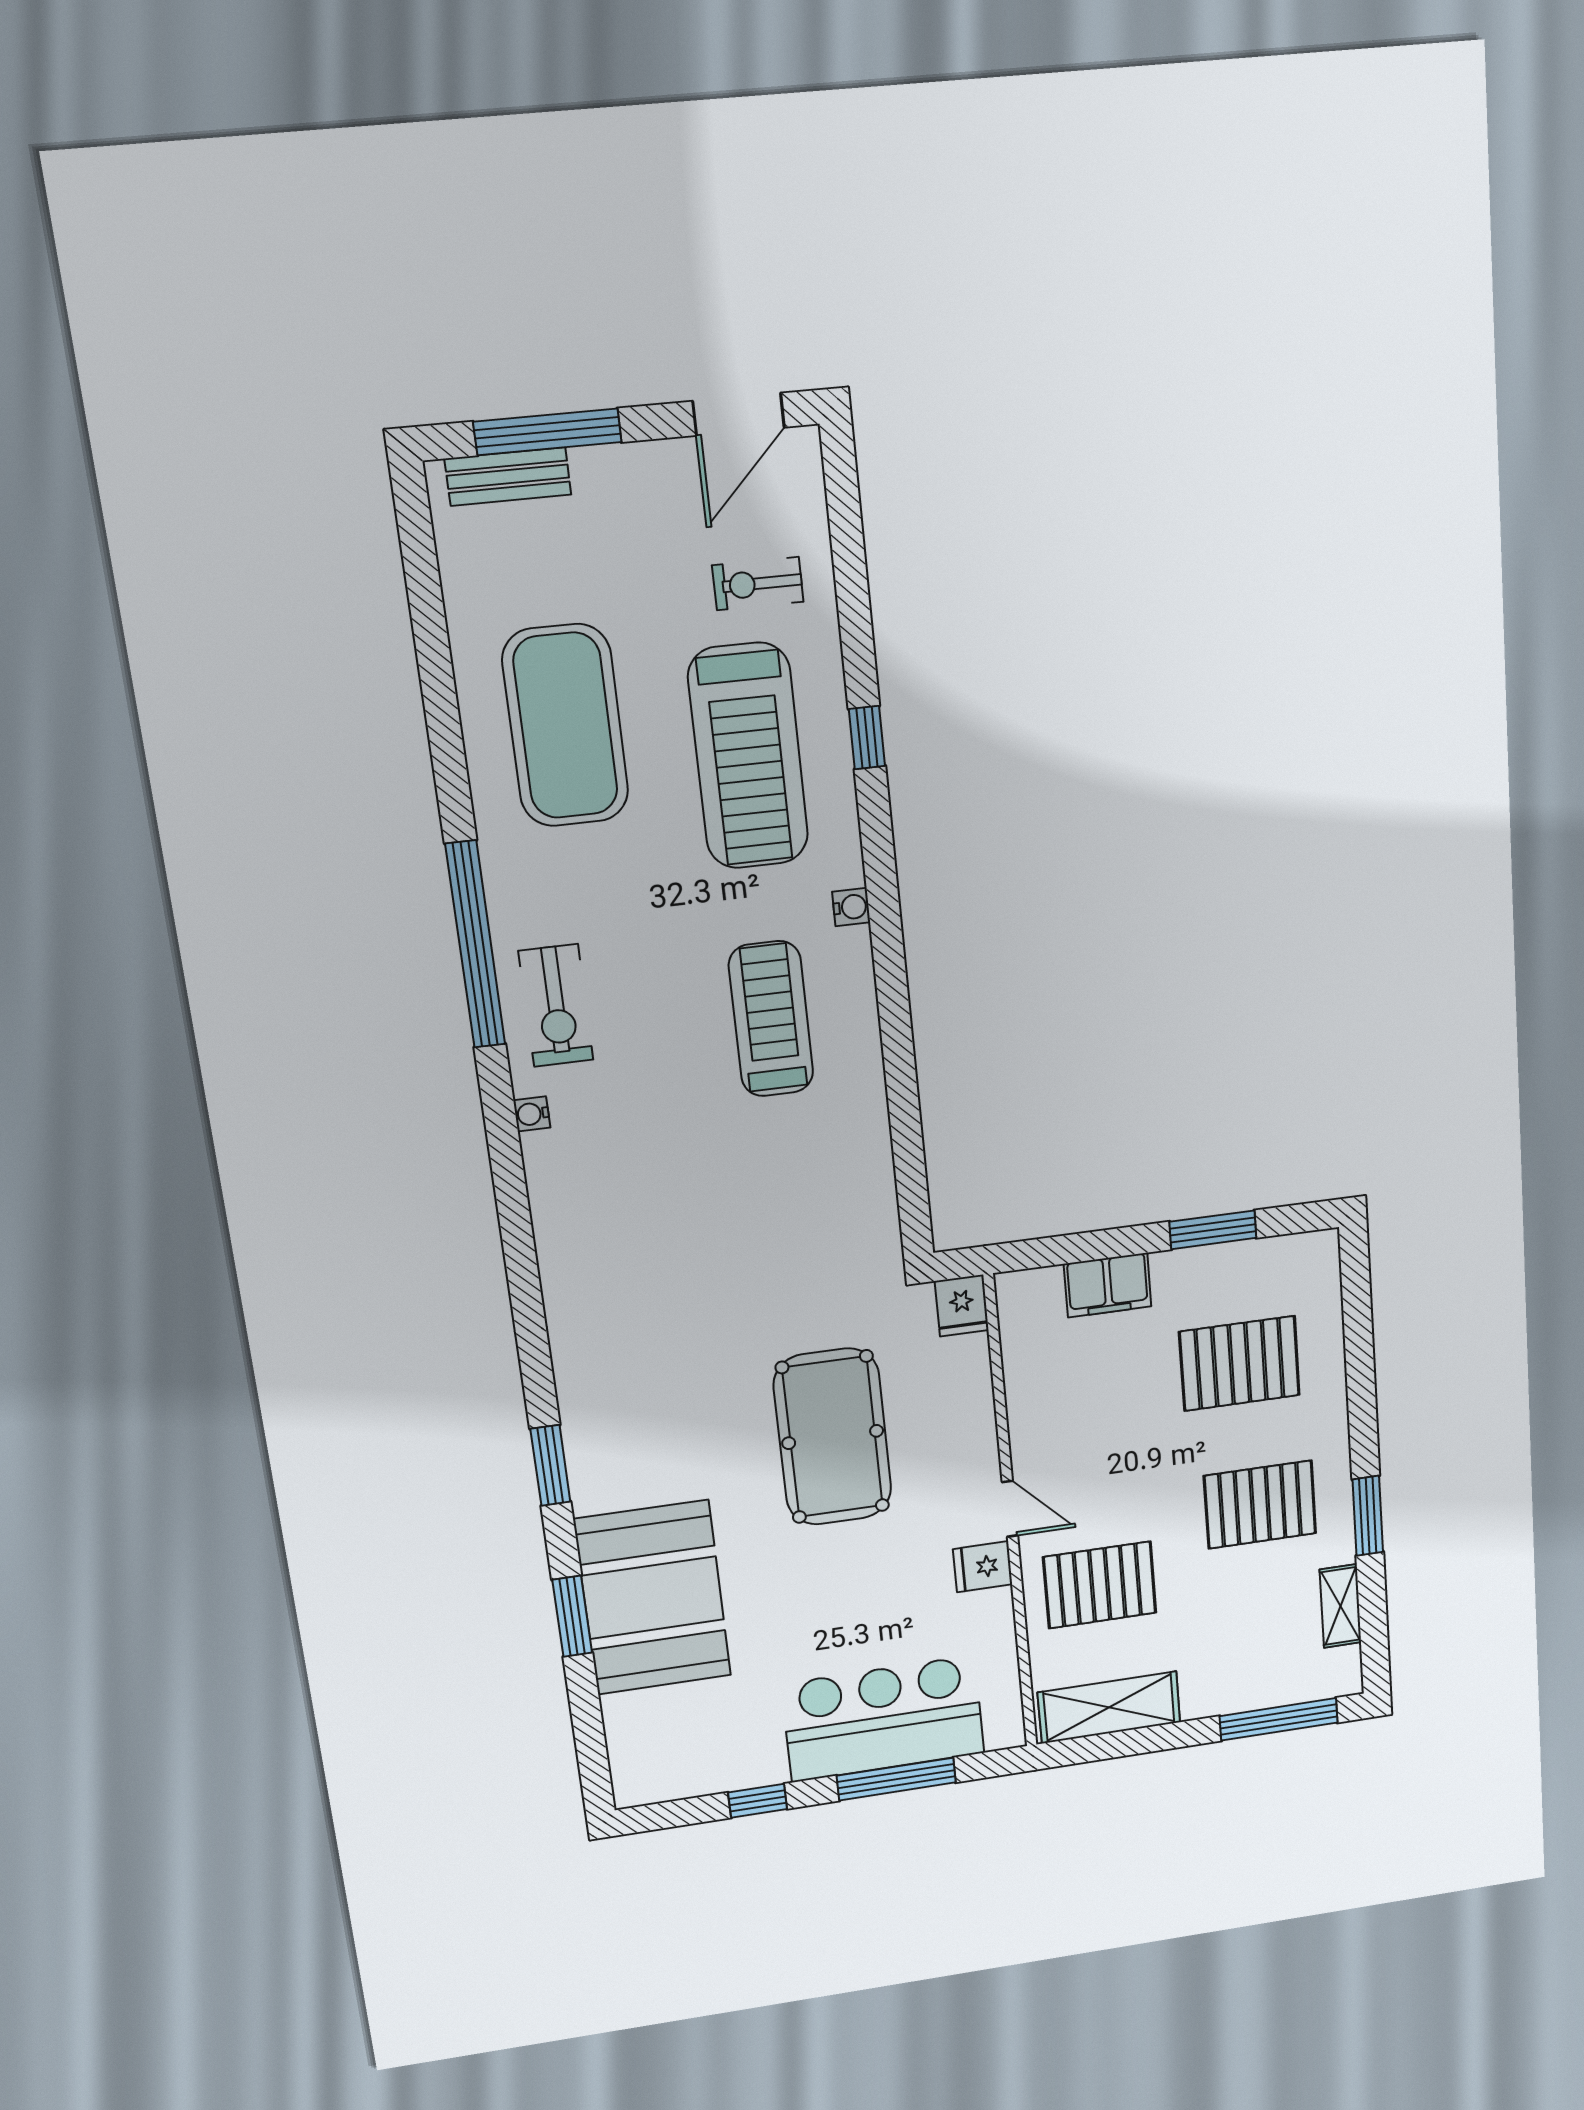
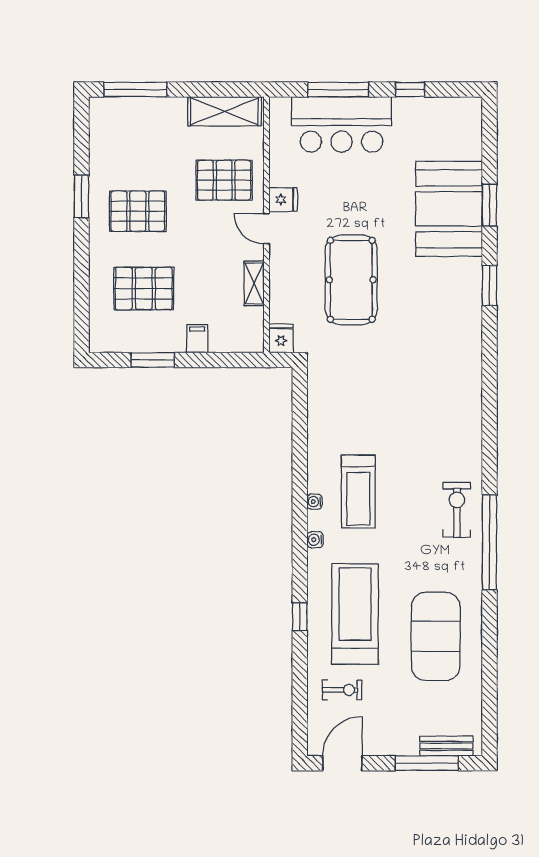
water cooler: (532, 1114) -> (314, 502), moved, turned 180
filing cabinet: (1108, 1285) -> (197, 339), width x0.50
shelving: (1340, 1606) -> (254, 283), moved

